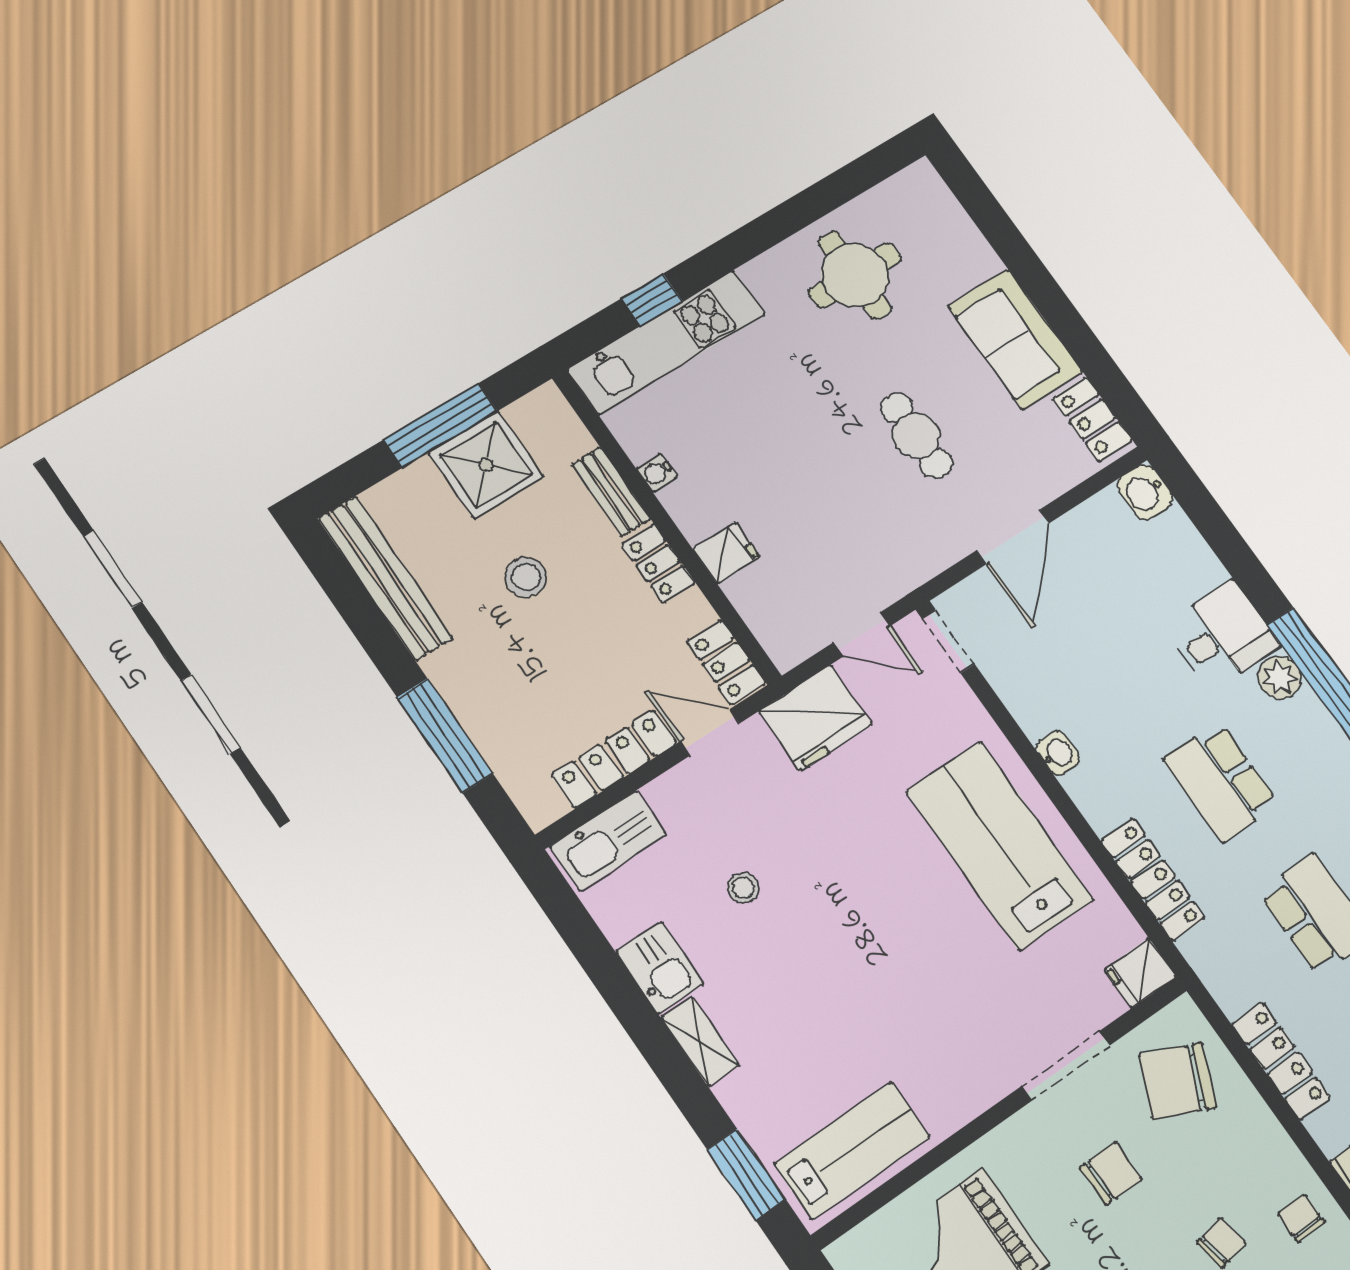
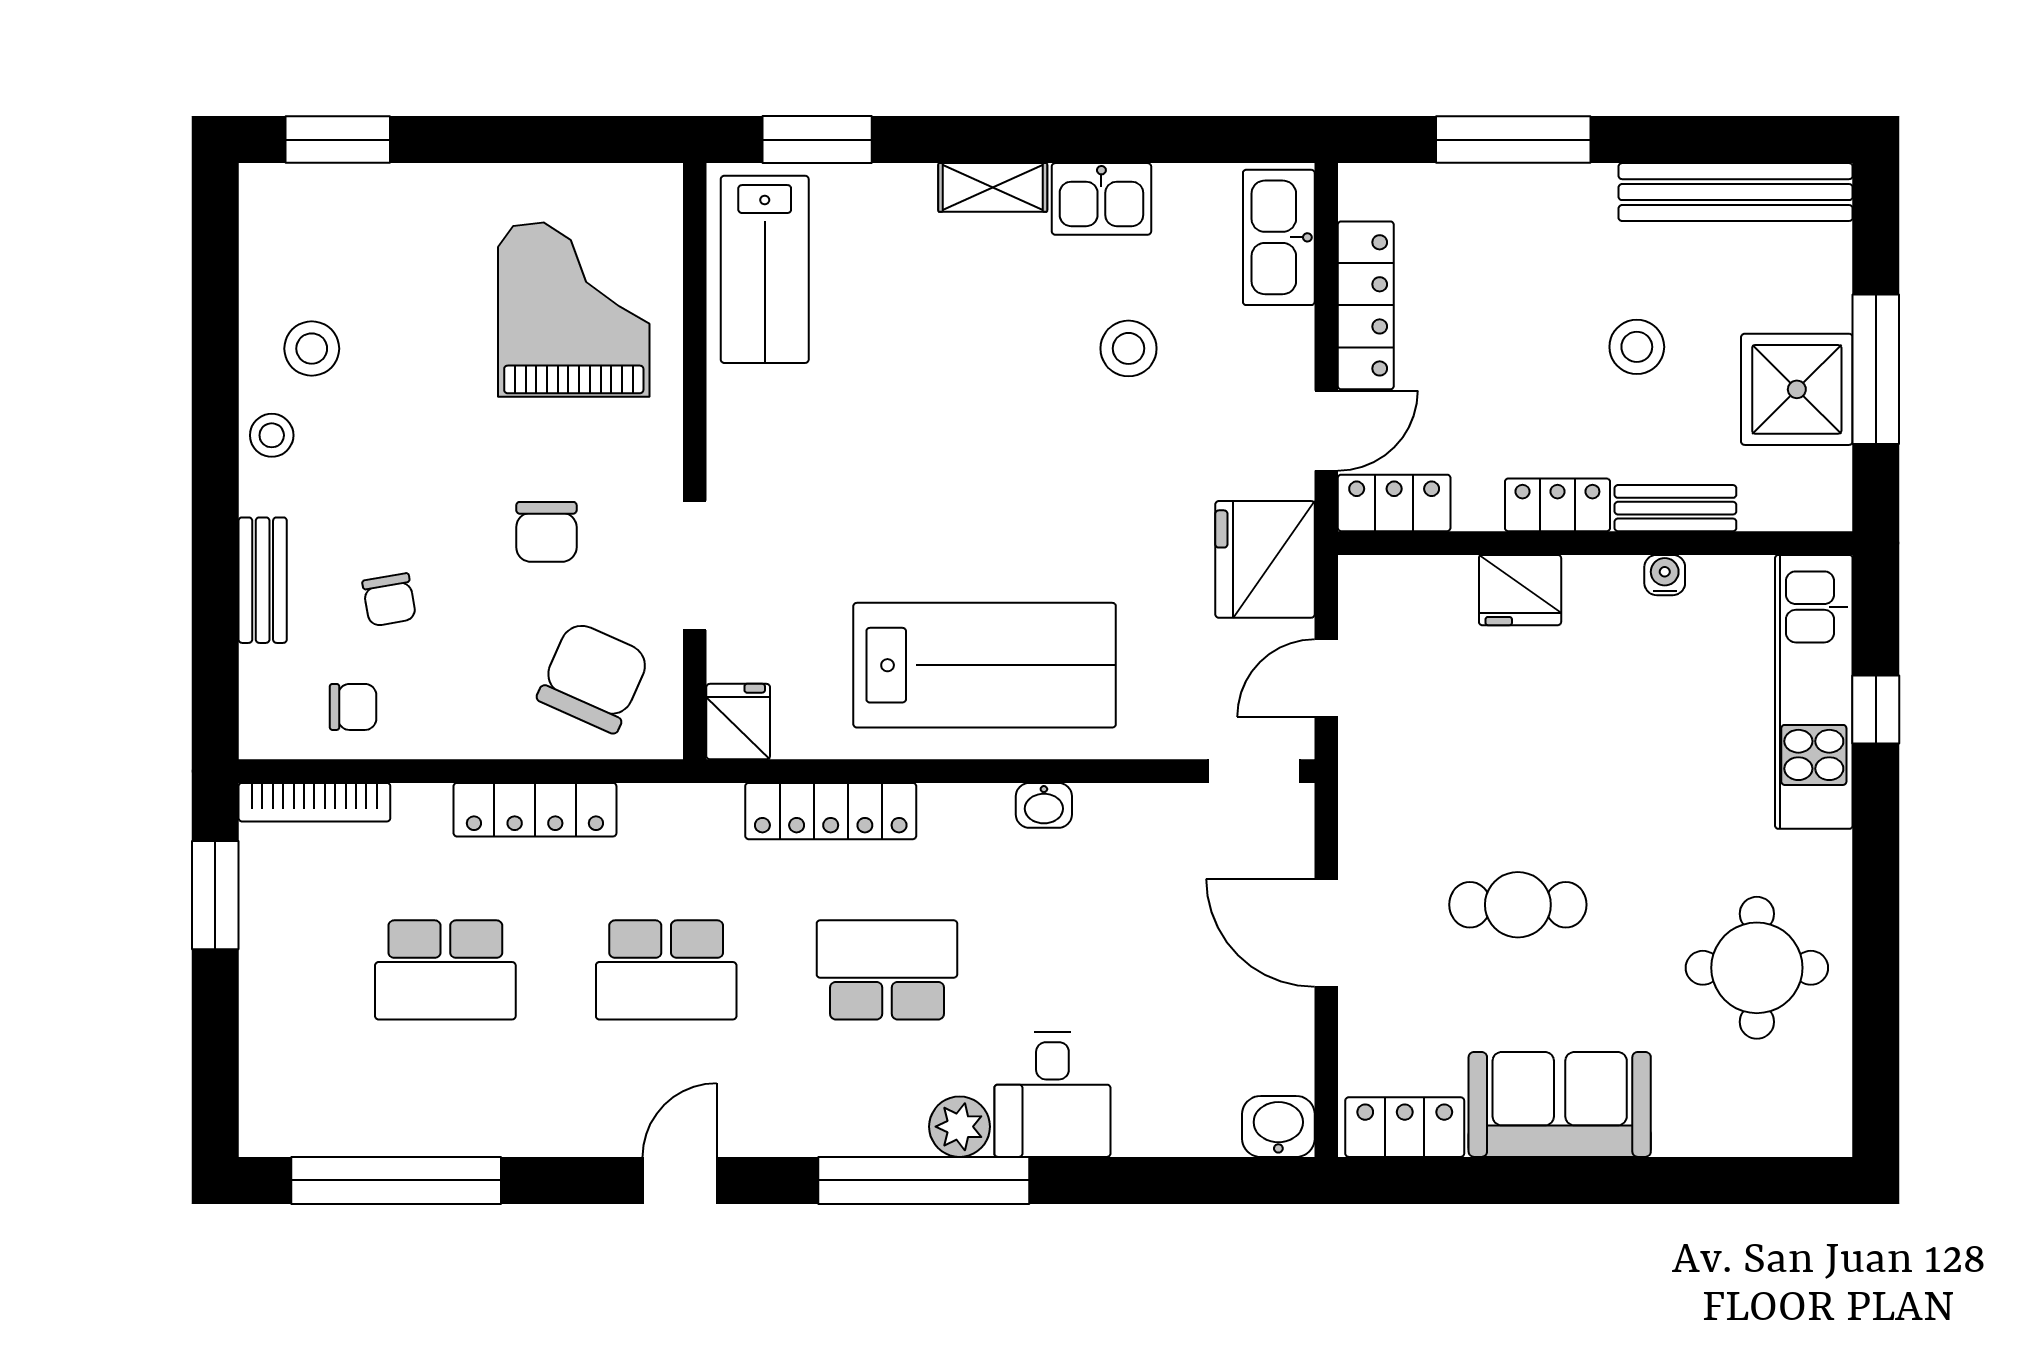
fridge: (727, 553) -> (1520, 590), width x1.38
stool: (743, 888) -> (1128, 348), width x1.37, depth x1.37

